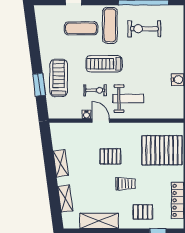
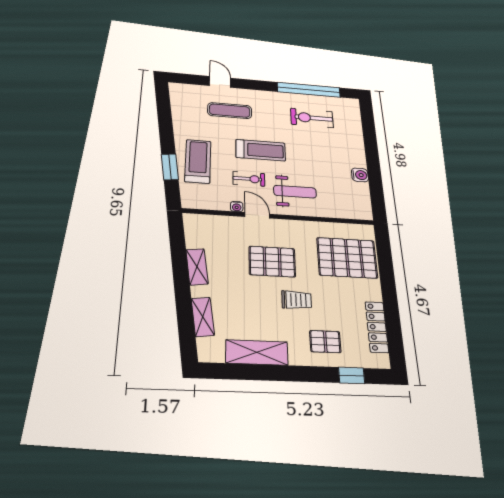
exercise mat: (110, 25) -> (267, 111), removed
treadmill: (104, 64) -> (261, 150), turned 180
pallet: (110, 156) -> (272, 262), width x1.50, depth x1.42

